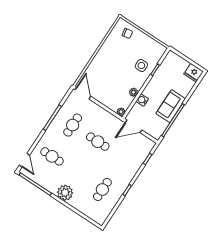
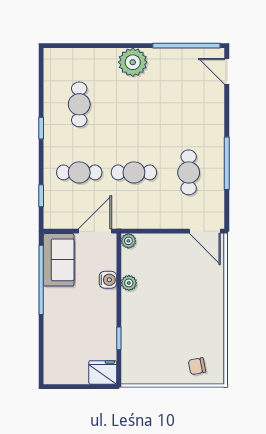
side table: (141, 66) -> (144, 331), removed
fridge: (194, 73) -> (103, 372), moved
sofa: (171, 106) -> (59, 260), moved
cafe table: (52, 156) -> (79, 172), moved

